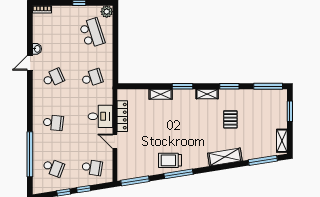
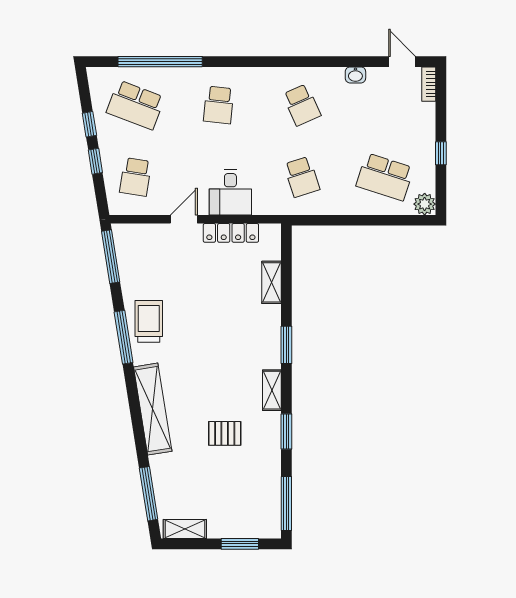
school desk: (92, 33) -> (385, 177), turned 36
door: (30, 63) -> (402, 62), moved
shelving: (161, 94) -> (271, 282), moved
shelving: (225, 157) -> (153, 409), width x1.47
school desk: (53, 167) -> (136, 105), width x1.85

